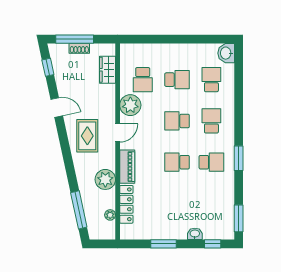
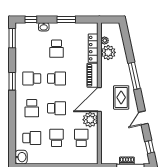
wardrobe: (108, 70) -> (107, 145), removed
school desk: (177, 80) -> (57, 138), turned 90
school desk: (211, 80) -> (32, 138), turned -90
door: (57, 108) -> (143, 118), hinge flipped
door: (118, 133) -> (99, 100), width x1.88
plant: (105, 179) -> (108, 52), moved
school desk: (177, 203) -> (57, 49), added
window: (79, 210) -> (134, 76), moved

